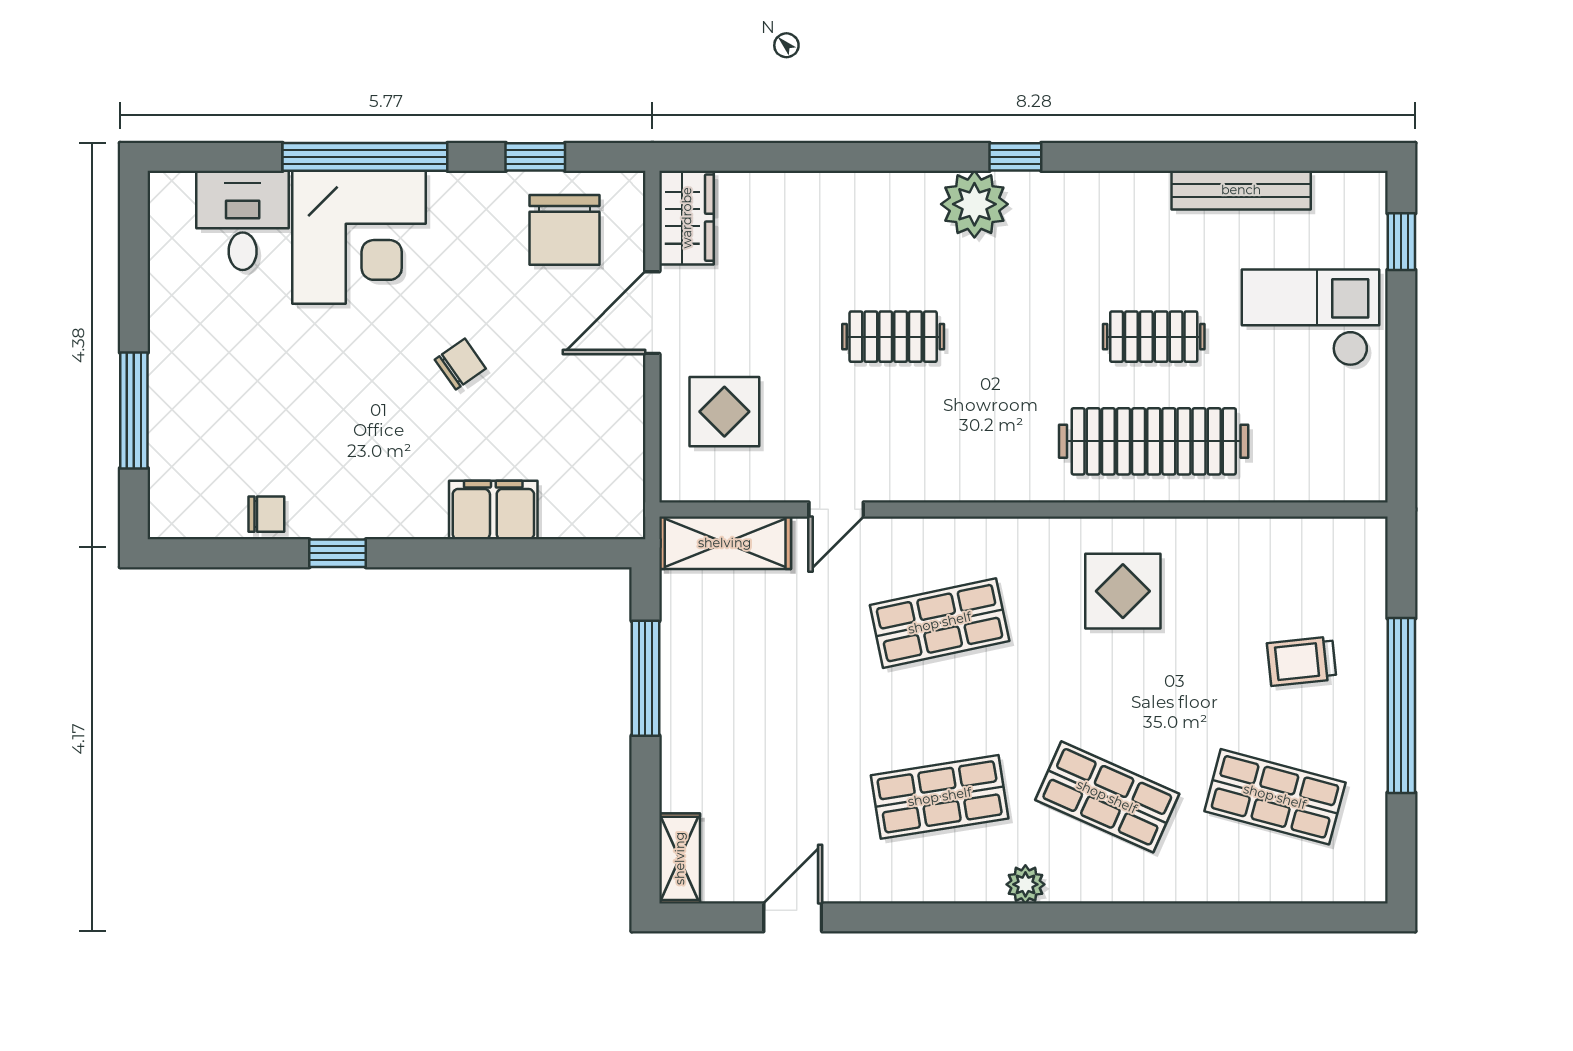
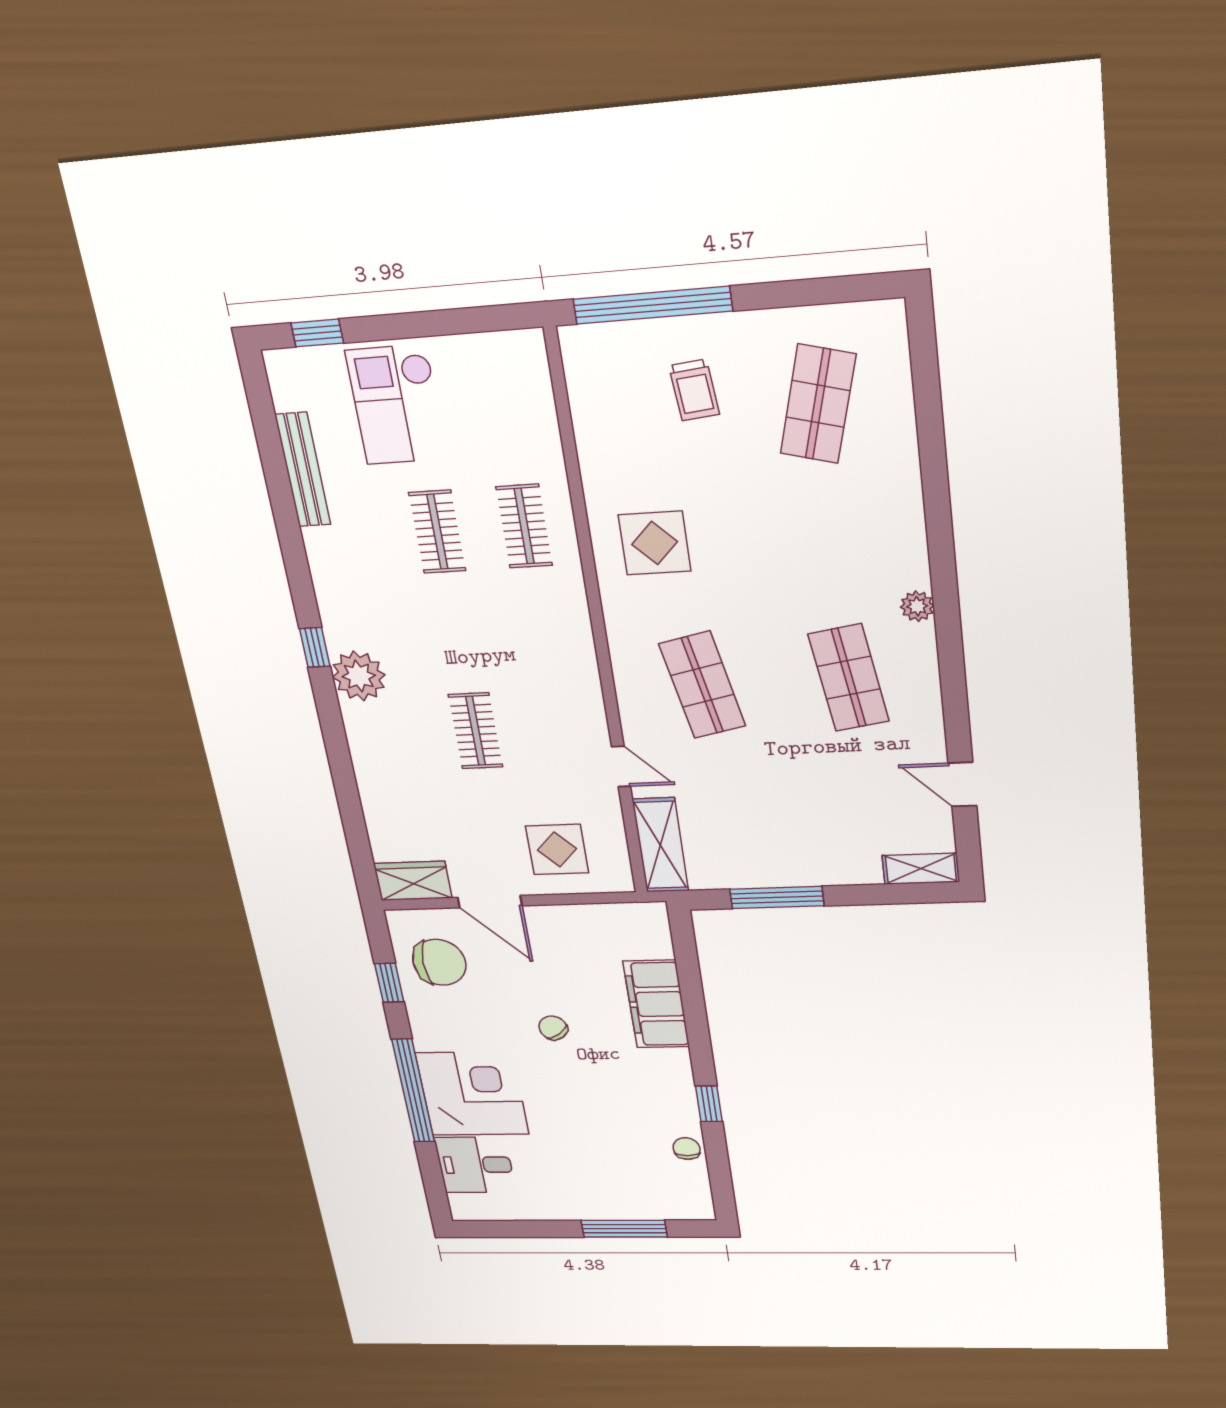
clothes rail: (1154, 441) -> (524, 526), width x0.54, depth x0.76
filing cabinet: (493, 510) -> (656, 1004), width x1.50, depth x1.17
window: (1401, 706) -> (653, 305), moved
shop shelf: (1107, 797) -> (834, 545), removed

